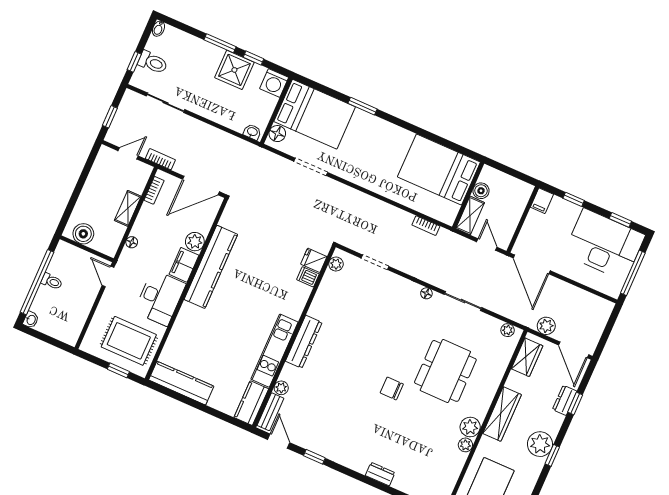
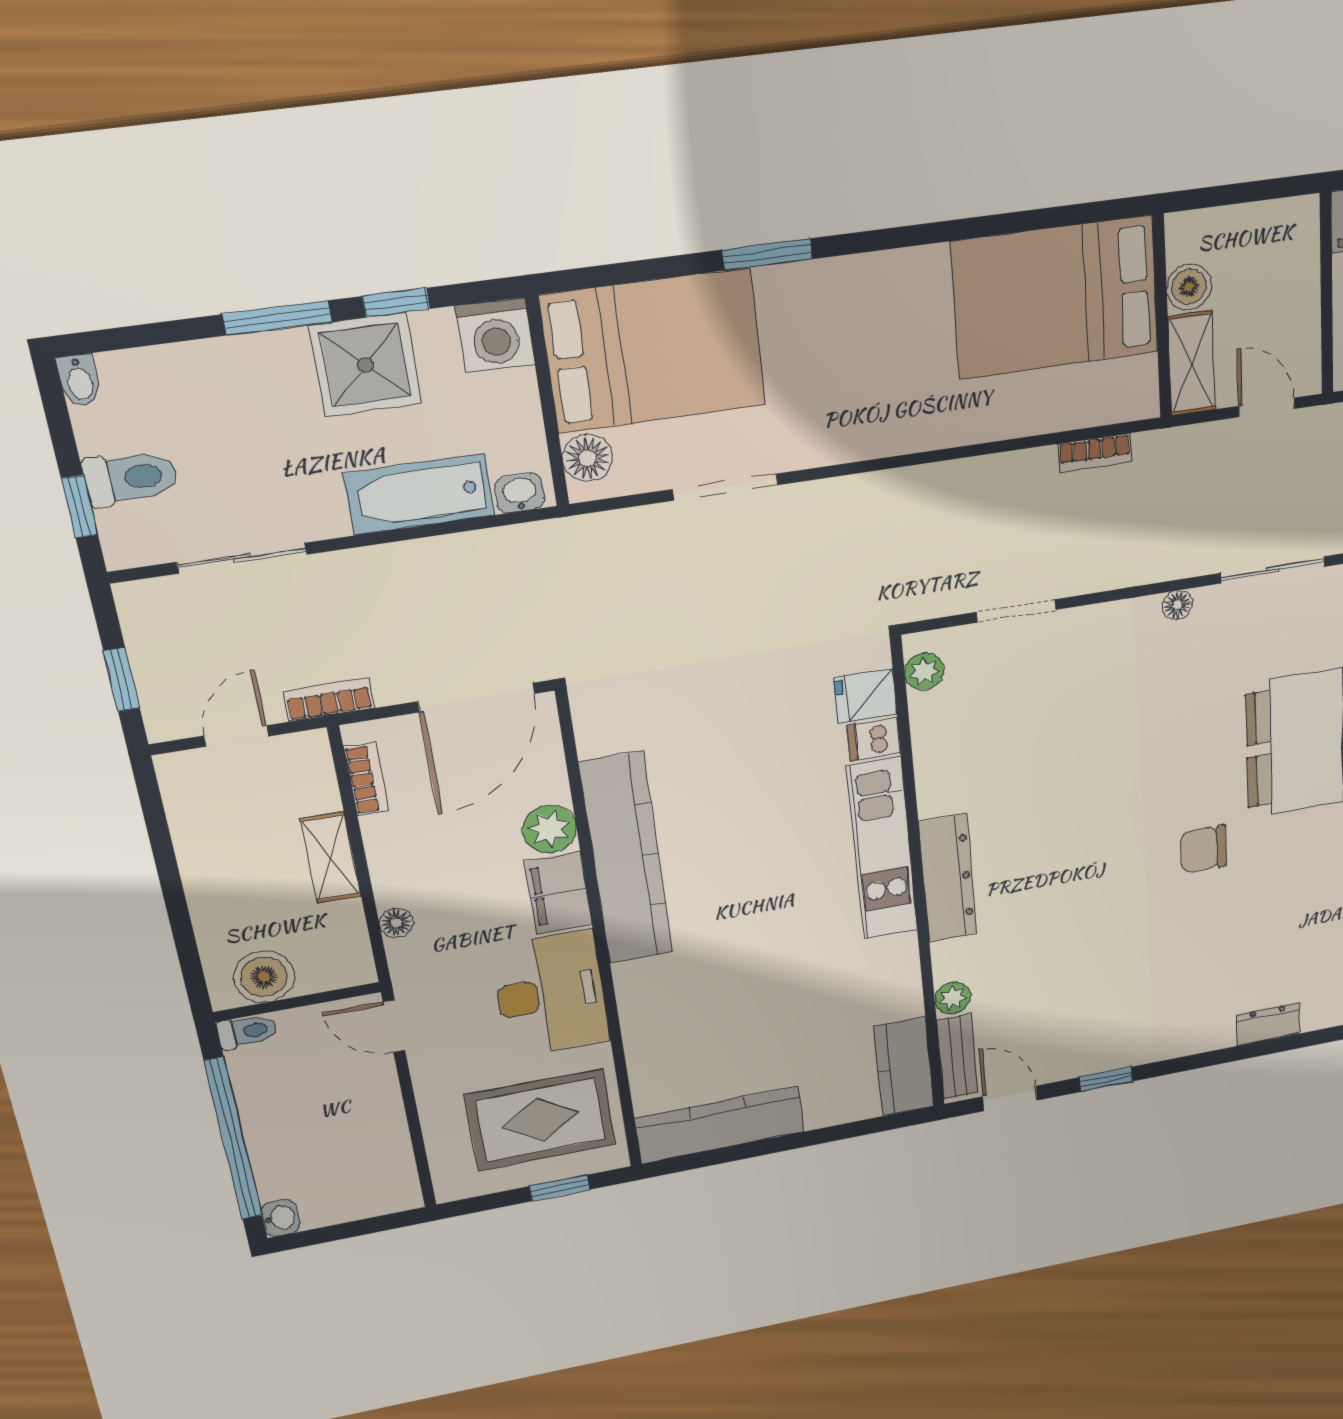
bathtub: (225, 115) -> (419, 494), added
toilet: (52, 281) -> (247, 1031), moved
kitchen unit: (275, 351) -> (882, 849), moved

